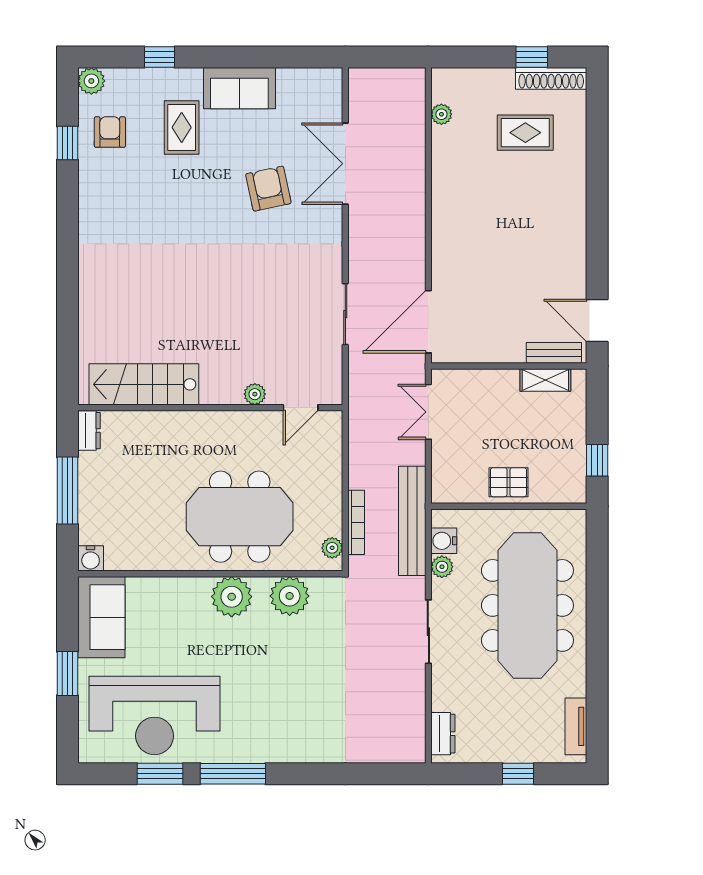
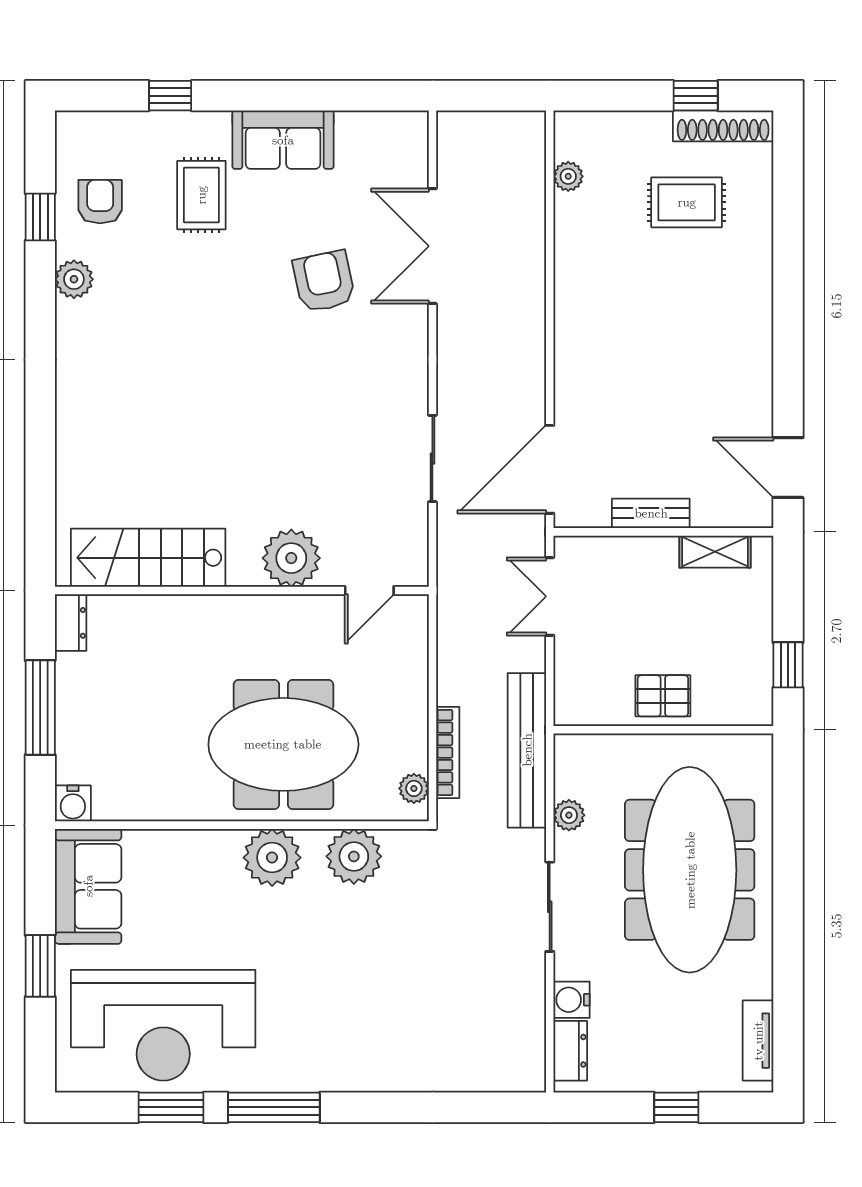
plant: (91, 81) -> (74, 279), moved
bench: (554, 353) -> (651, 513), moved
plant: (255, 394) -> (291, 558), width x1.87, depth x1.87
water cooler: (444, 541) -> (572, 1000), moved

